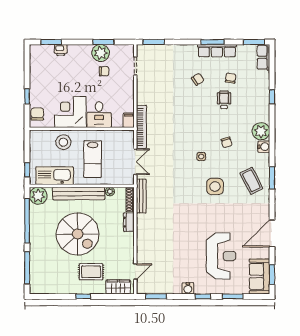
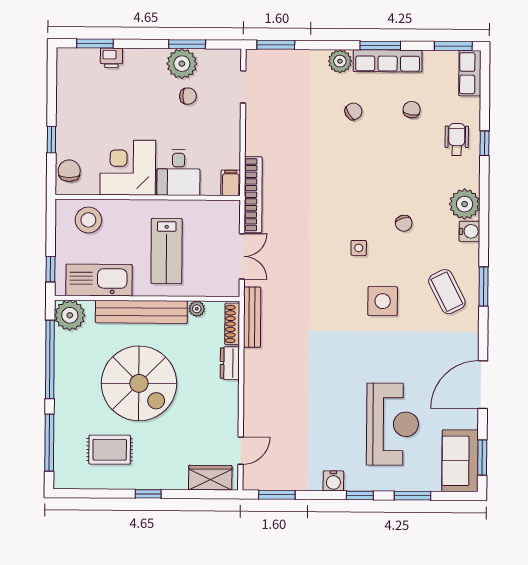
plant: (190, 51) -> (340, 61), added
wheelchair: (224, 100) -> (457, 139), moved
stool: (63, 142) -> (88, 220), moved
rug: (91, 272) -> (110, 450), moved

